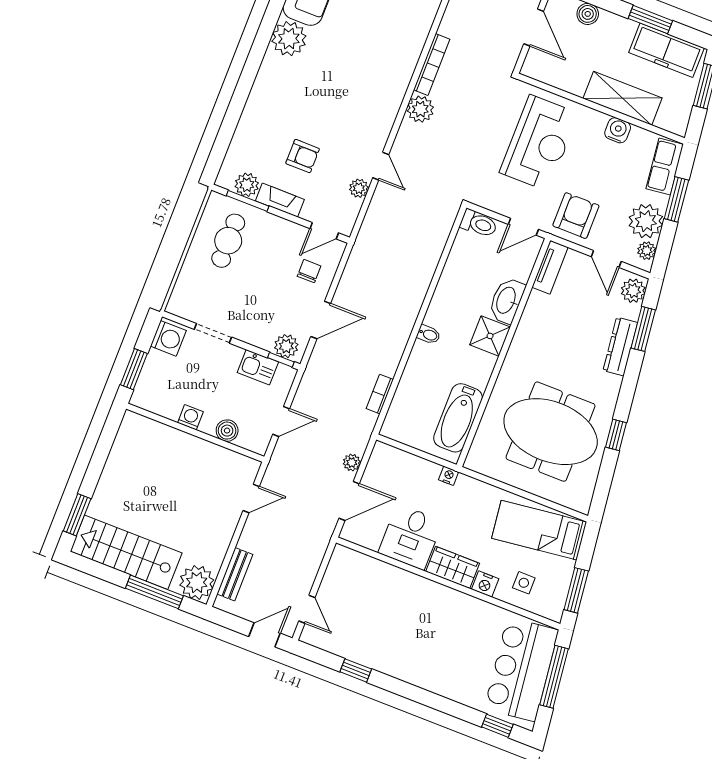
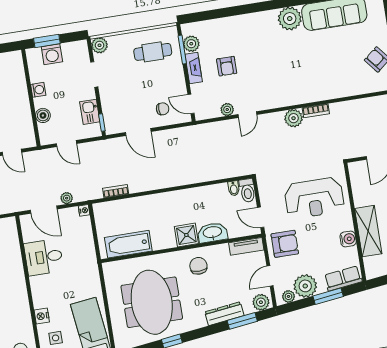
bookcase: (432, 65) -> (316, 111), width x0.64
bidet: (429, 335) -> (234, 188), moved
washing machine: (168, 338) -> (52, 54), moved
chair: (539, 344) -> (198, 266), added
plant: (286, 346) -> (100, 45), moved
nightstand: (449, 476) -> (84, 210), moved
wardrobe: (453, 567) -> (40, 292), removed

